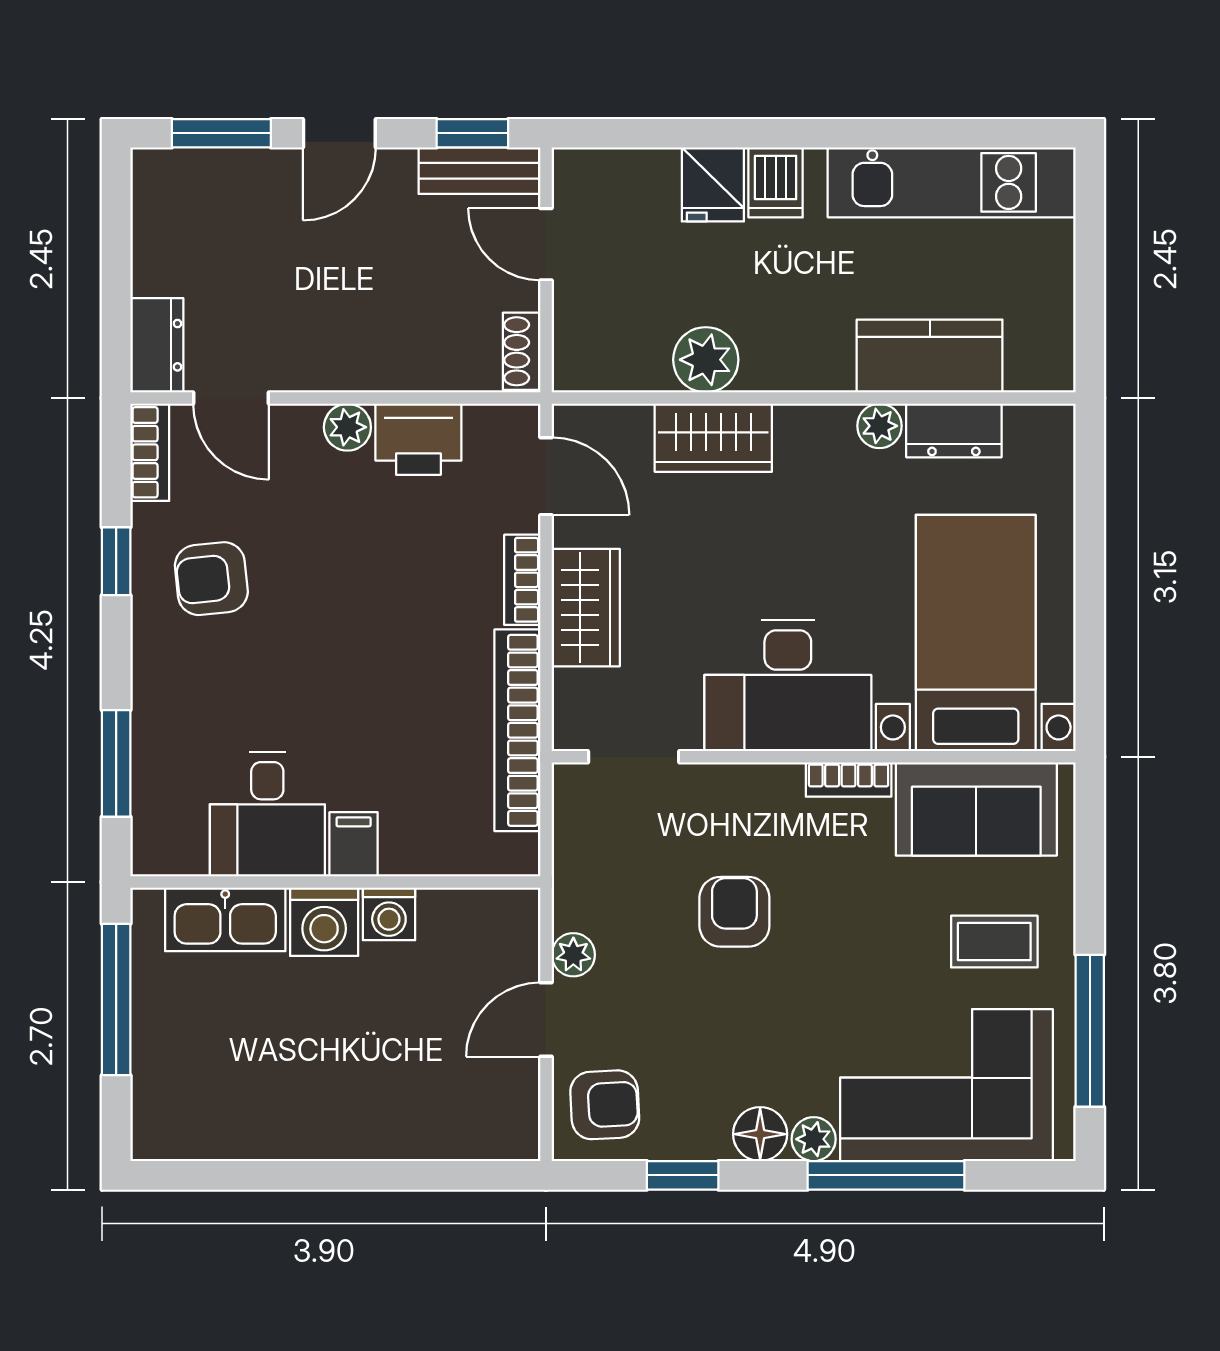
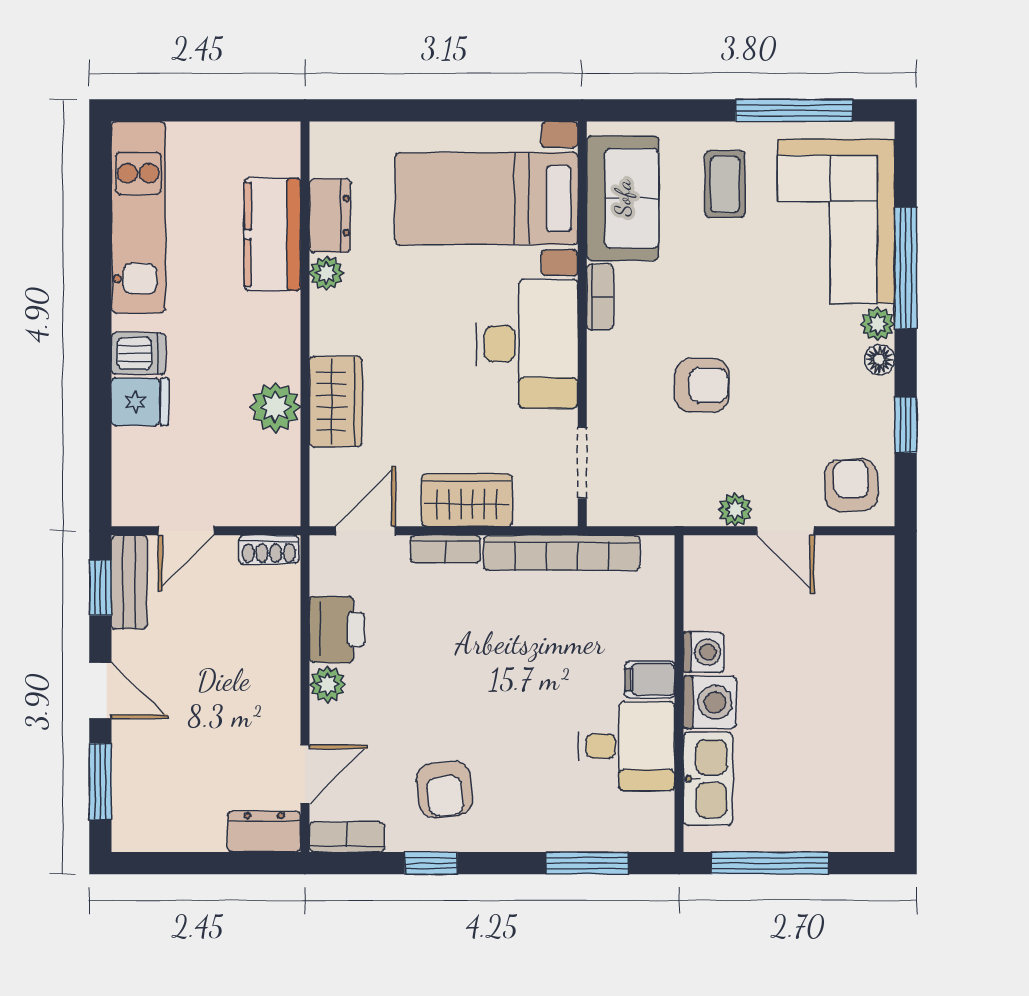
armchair: (734, 912) -> (702, 385), turned 180
floor lamp: (760, 1134) -> (879, 360), width x0.73, depth x0.73

